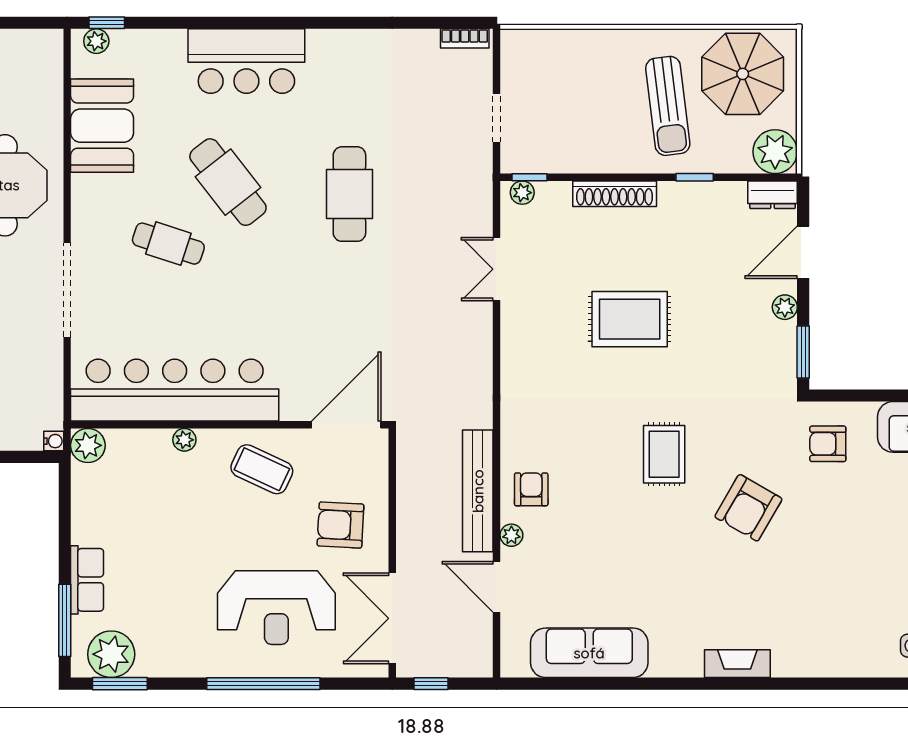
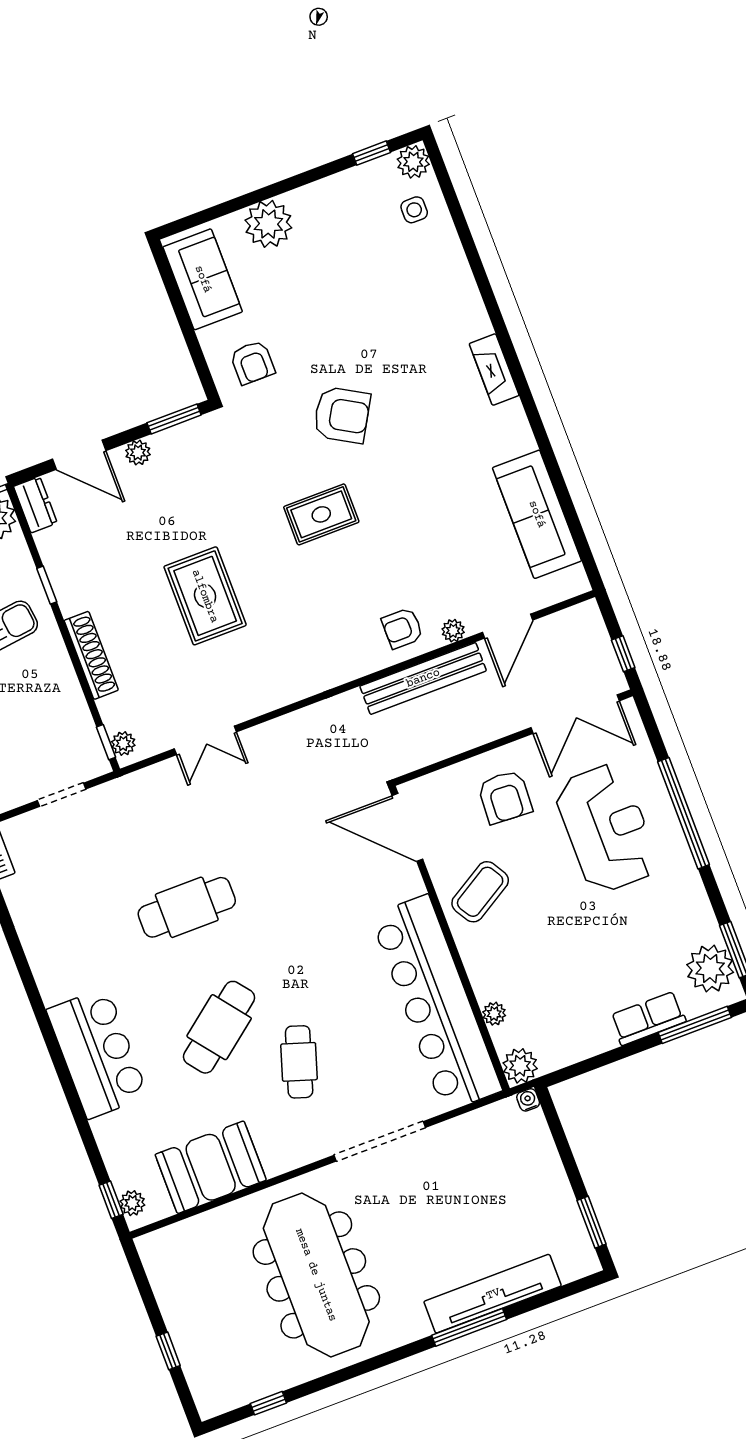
plant: (184, 440) -> (494, 1014), moved
coffee table: (262, 469) -> (480, 892), turned 34

